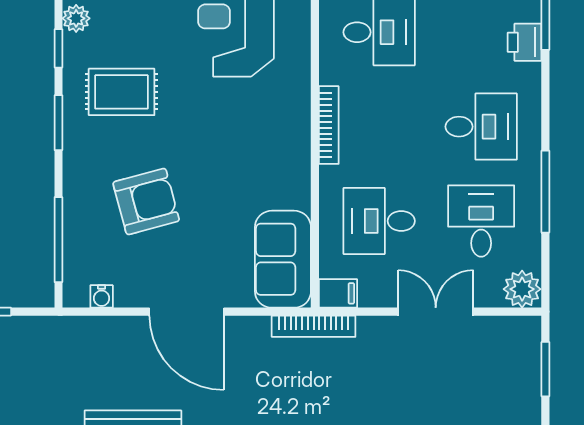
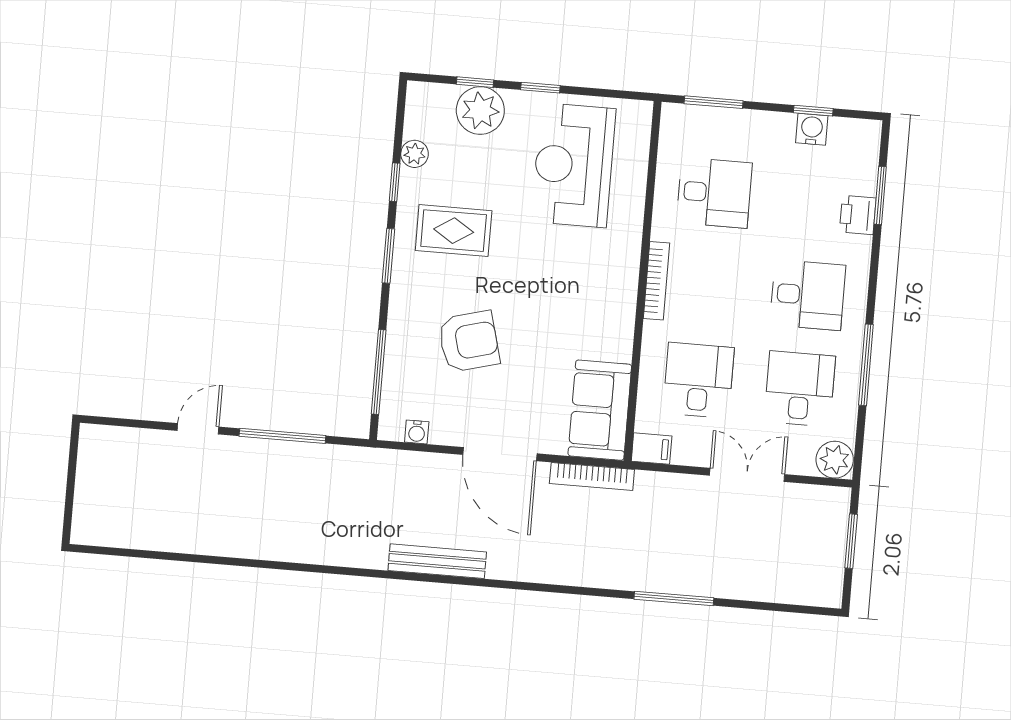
desk: (379, 221) -> (698, 380), turned 90
bookcase: (314, 326) -> (592, 476), moved

